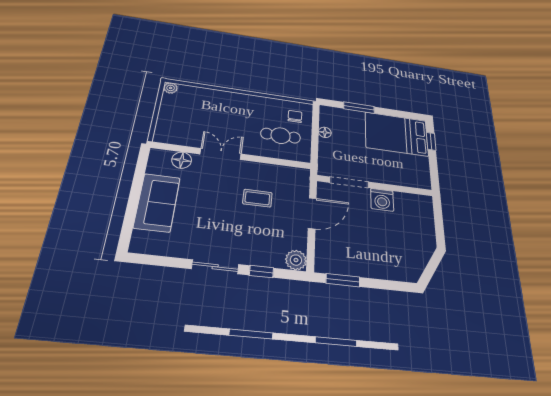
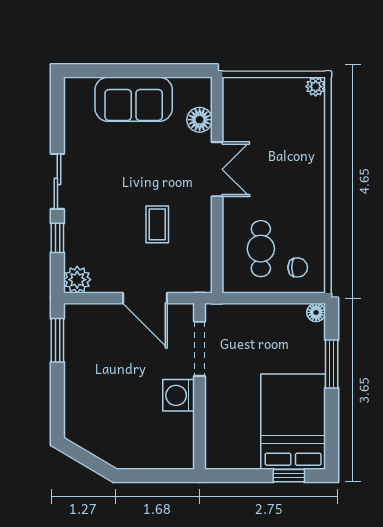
floor lamp: (325, 132) -> (316, 312), moved

